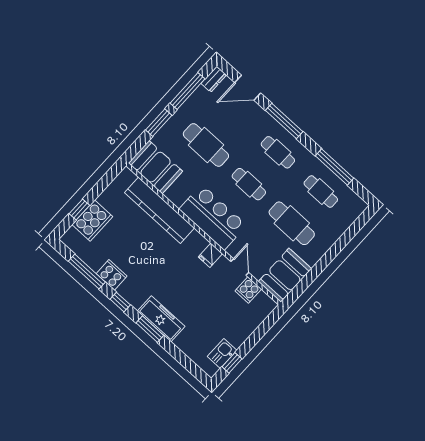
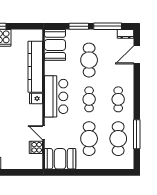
door: (248, 88) -> (137, 55), hinge flipped
window: (284, 121) -> (137, 88), removed
cafe table: (321, 191) -> (118, 139), width x1.37, depth x1.35
fridge: (210, 255) -> (36, 99), moved
door: (240, 267) -> (43, 133), swing flipped

